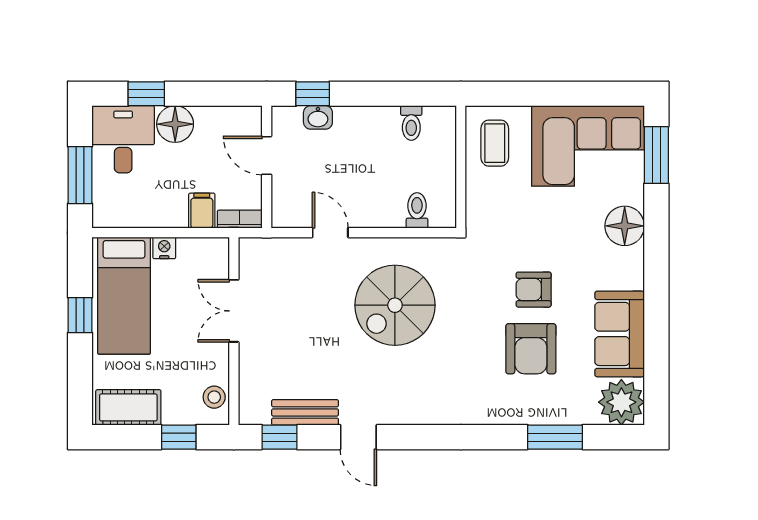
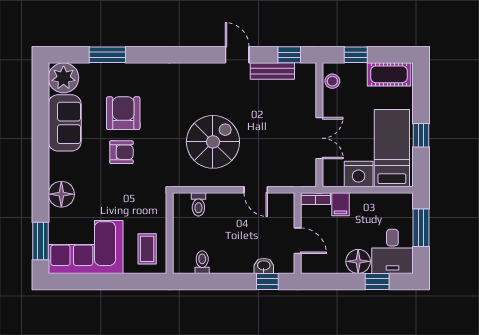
nightstand: (164, 248) -> (359, 174), width x1.89, depth x1.79

